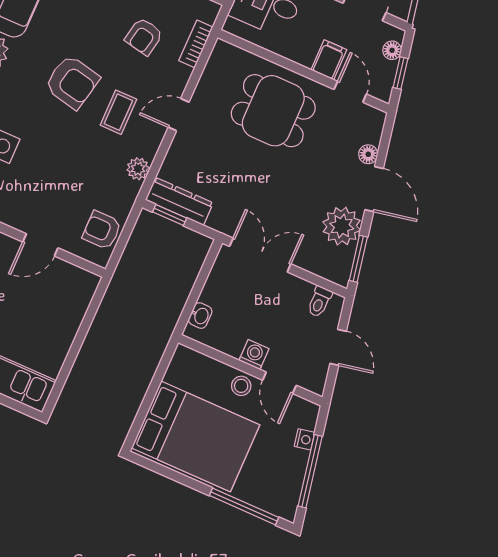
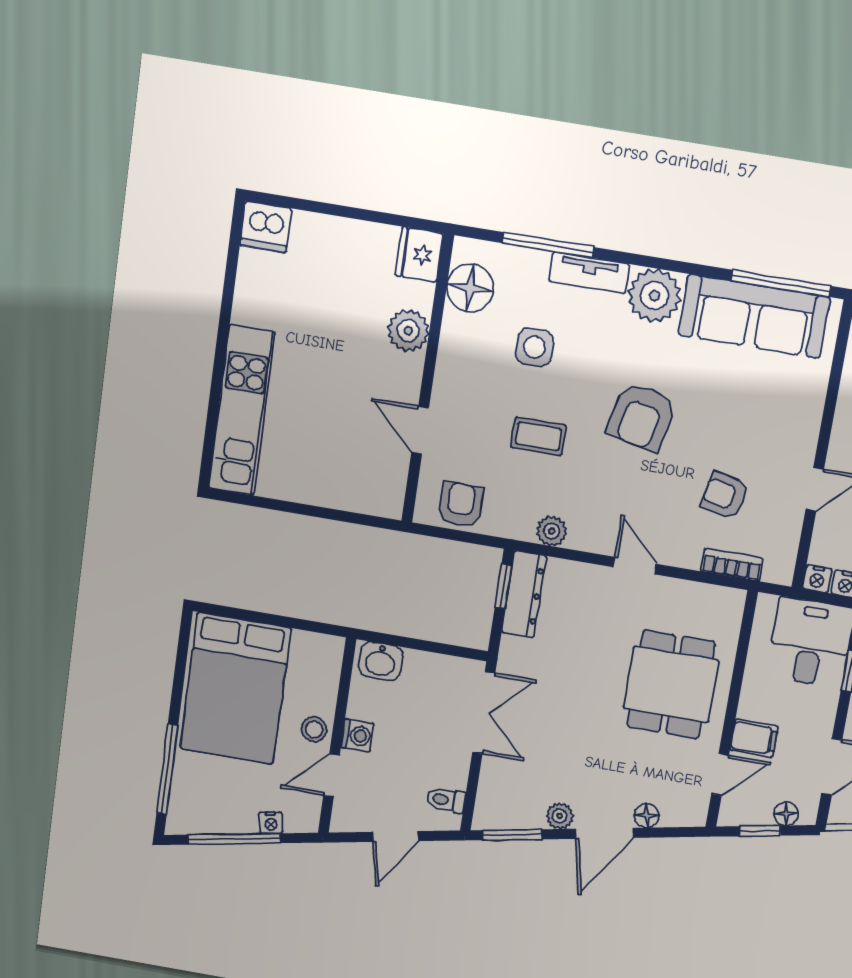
coffee table: (118, 112) -> (538, 436), moved
plant: (342, 226) -> (560, 816), width x0.53, depth x0.53
washbasin: (200, 316) -> (381, 661), width x1.38, depth x1.45

